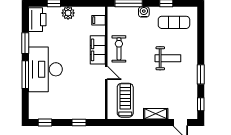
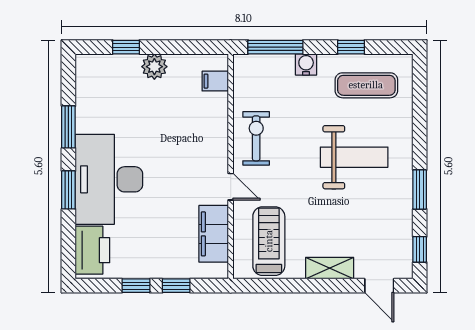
printer: (37, 20) -> (92, 250), moved
filing cabinet: (98, 50) -> (214, 234), moved
weight bench: (168, 58) -> (354, 157), width x1.36, depth x1.33
window: (25, 75) -> (68, 190), width x0.69
window: (45, 122) -> (136, 286), moved

